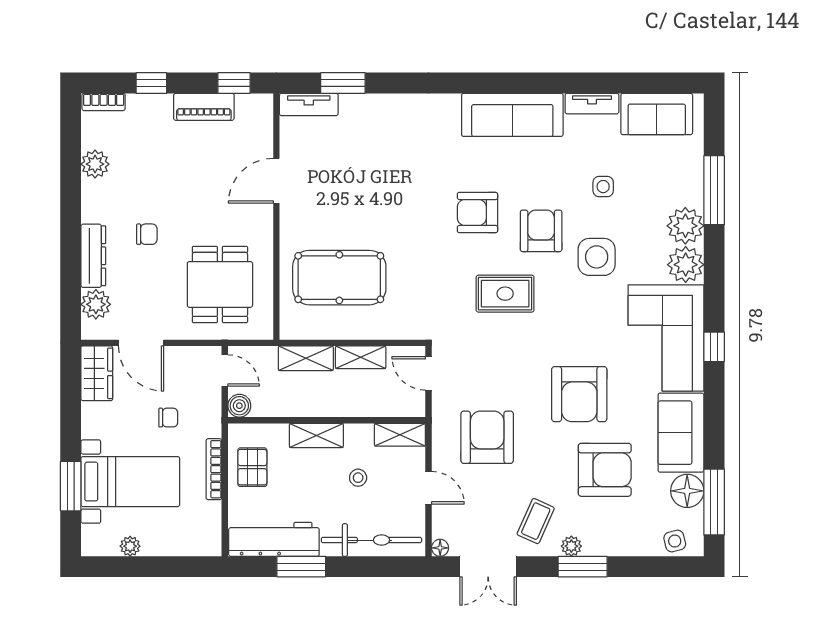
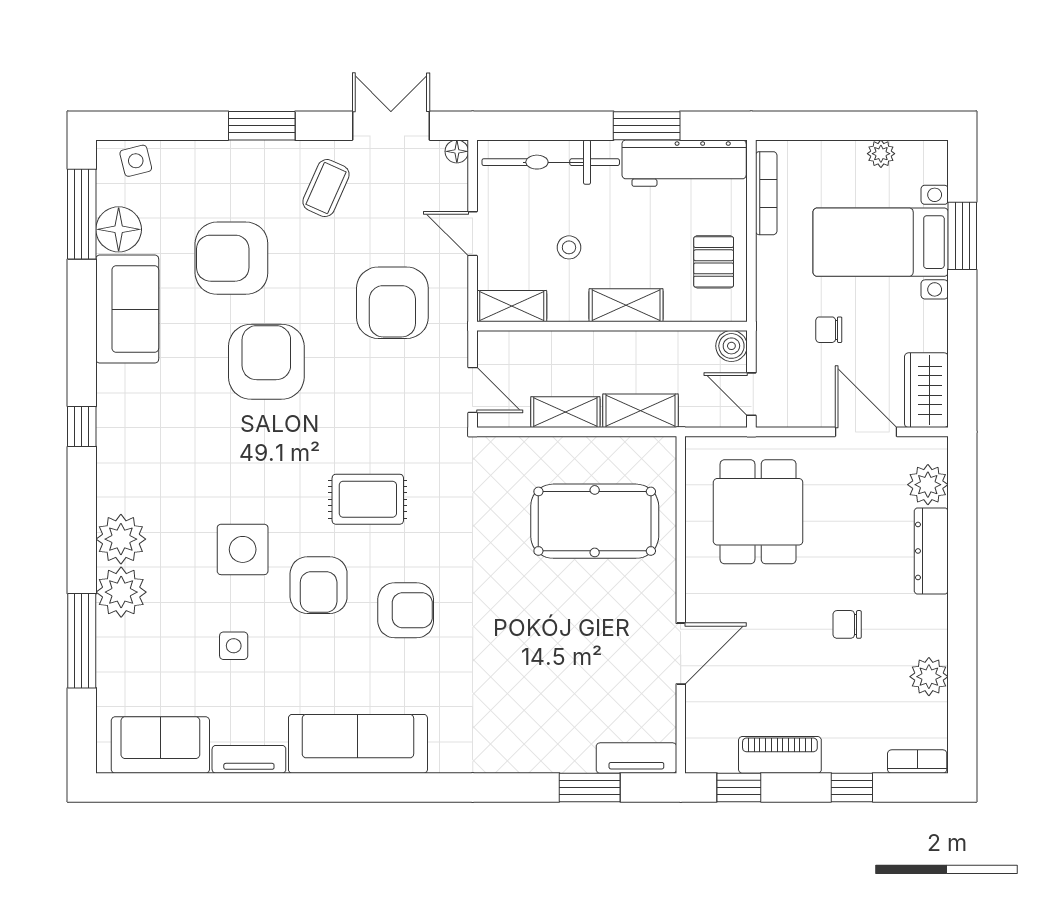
chair: (147, 234) -> (847, 624), moved
corner sofa: (666, 338) -> (148, 439), removed
bookcase: (214, 469) -> (766, 193), moved
plant: (571, 546) -> (277, 154), removed

